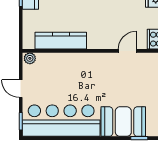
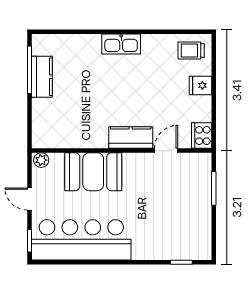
kitchen counter: (61, 41) -> (131, 137), moved, width x0.67
booth: (123, 122) -> (93, 172), moved

